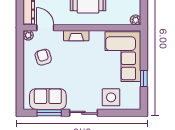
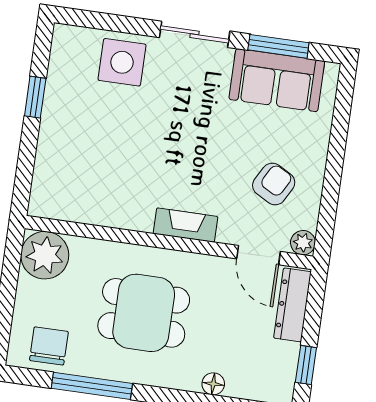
plant: (136, 20) -> (45, 255), width x1.87, depth x1.87
armchair: (43, 57) -> (274, 184), turned -134
corner sofa: (123, 57) -> (79, 158), removed

